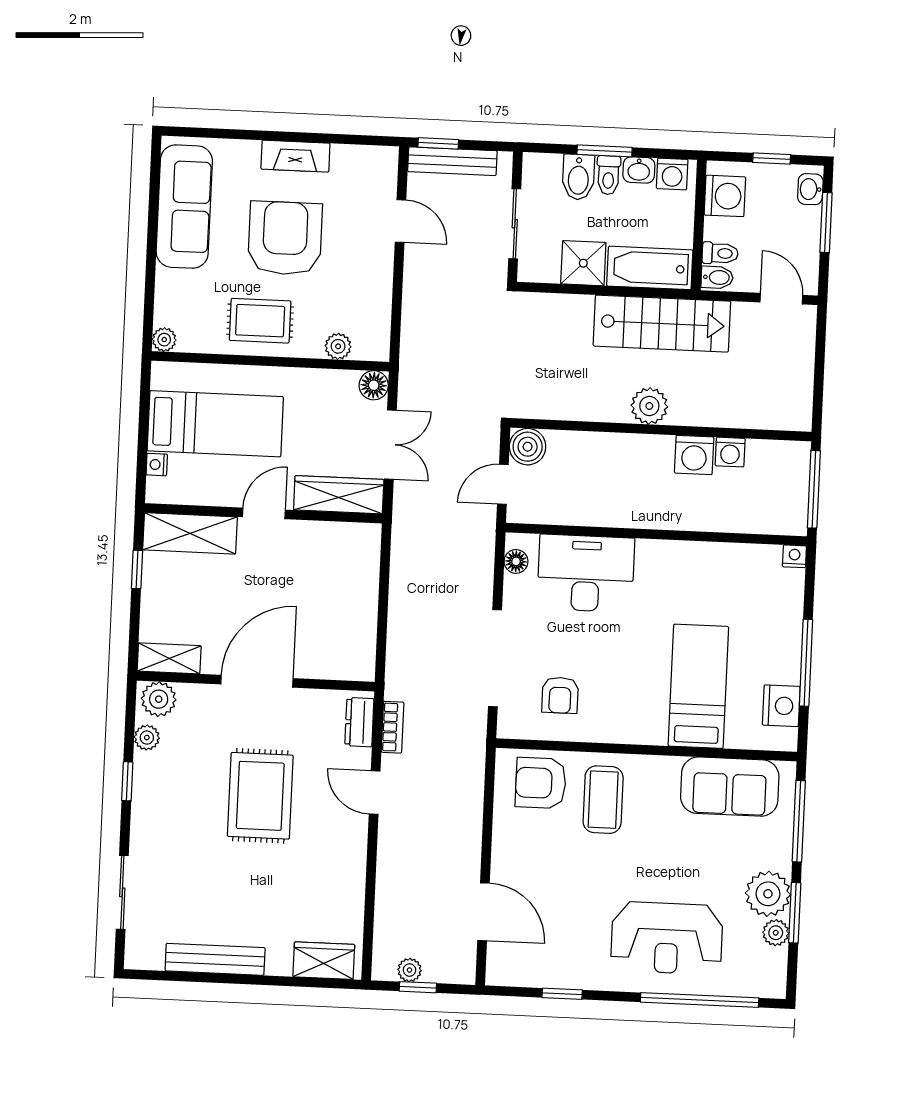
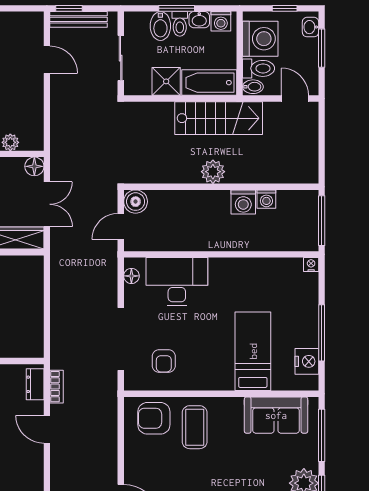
washing machine: (725, 196) -> (260, 39), width x1.37, depth x1.37
toilet: (720, 253) -> (259, 68), width x1.37, depth x1.39

